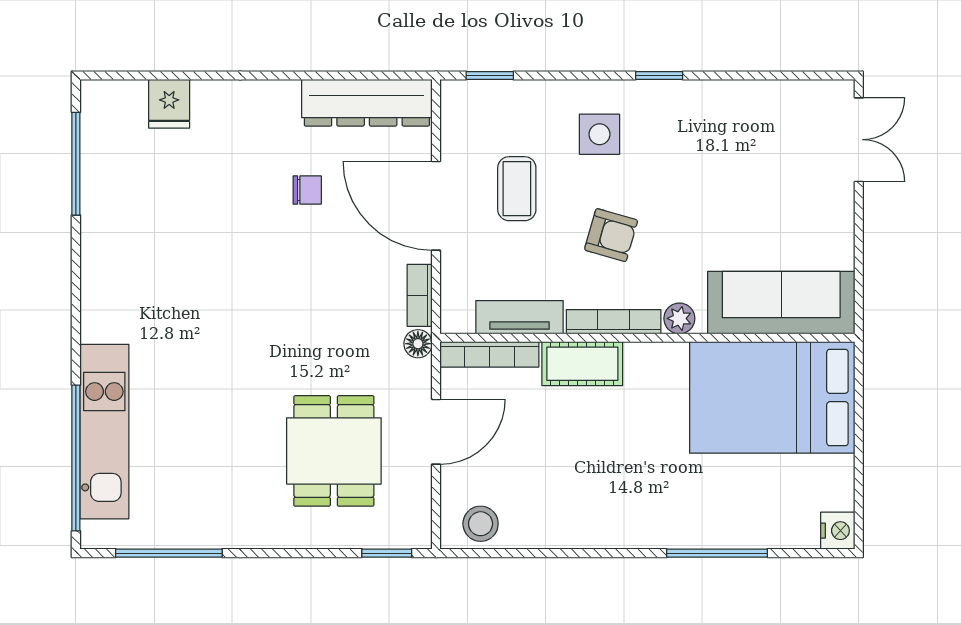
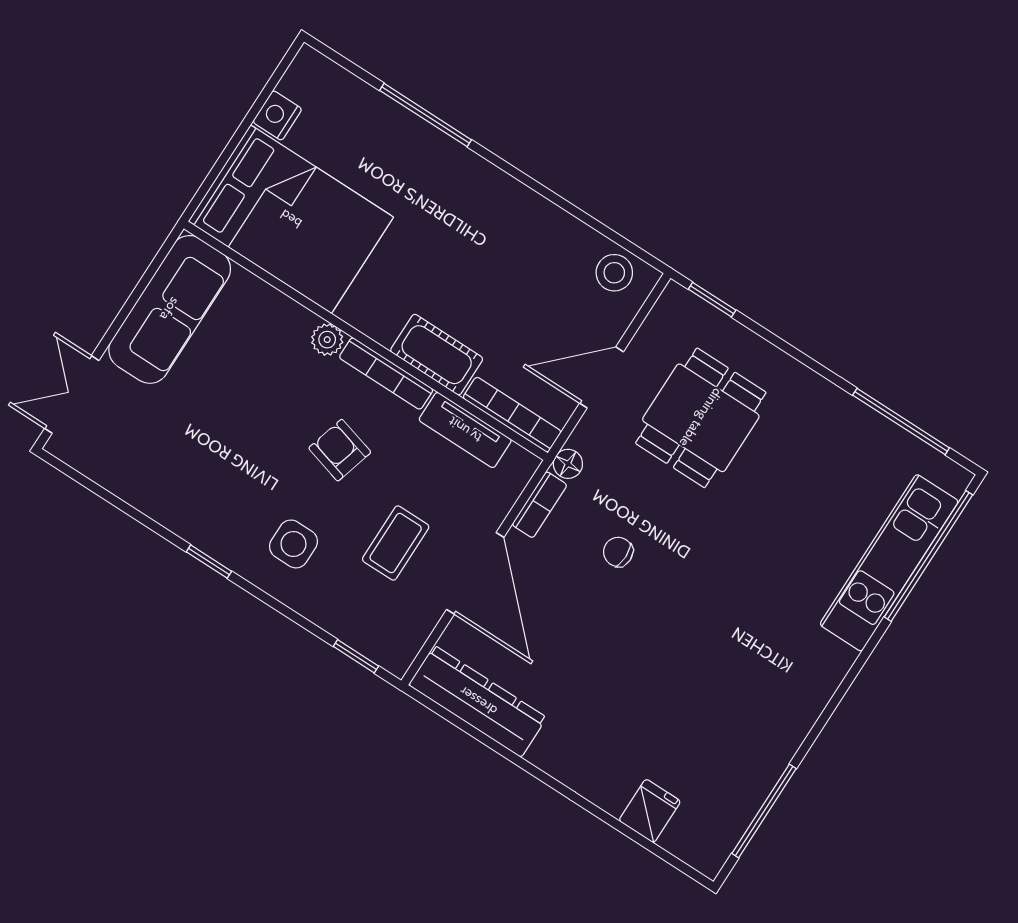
chair: (307, 190) -> (618, 552), moved
sofa: (781, 303) -> (170, 309), moved, turned -90
nightstand: (838, 531) -> (277, 115), moved

